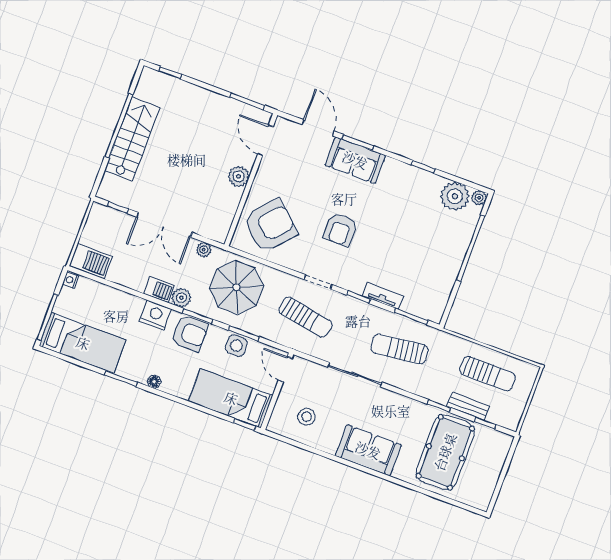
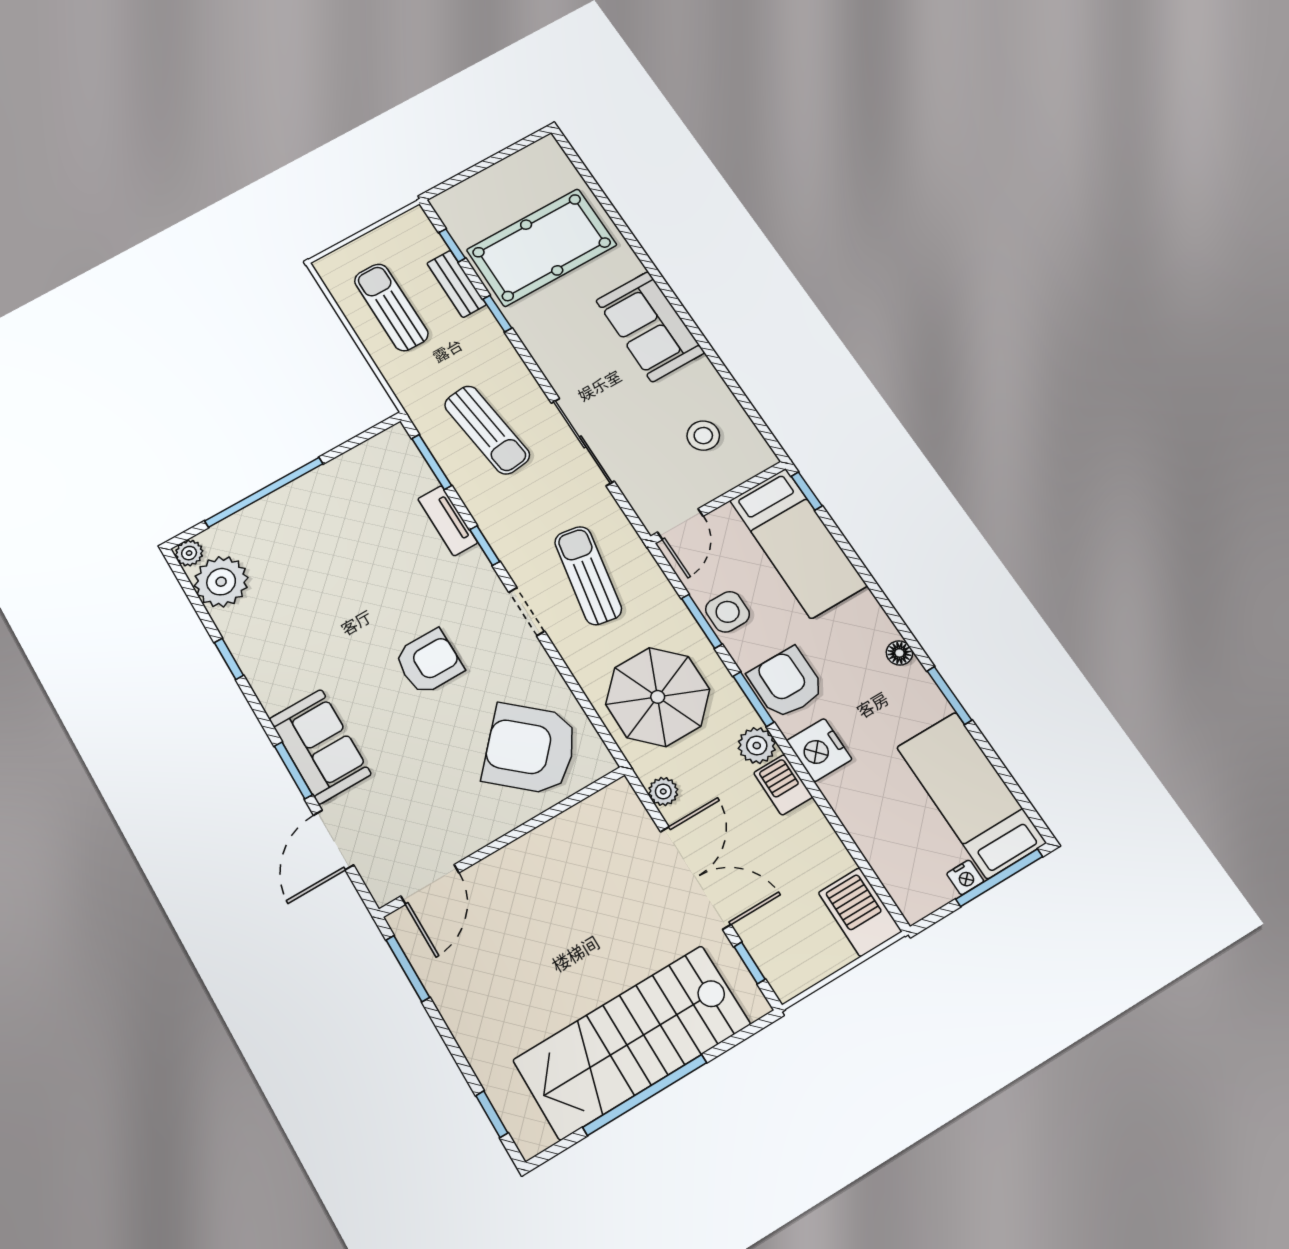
stairs: (132, 139) -> (632, 1042), width x1.36, depth x1.51
plant: (239, 176) -> (517, 861), removed
nightstand: (71, 280) -> (965, 877), moved

